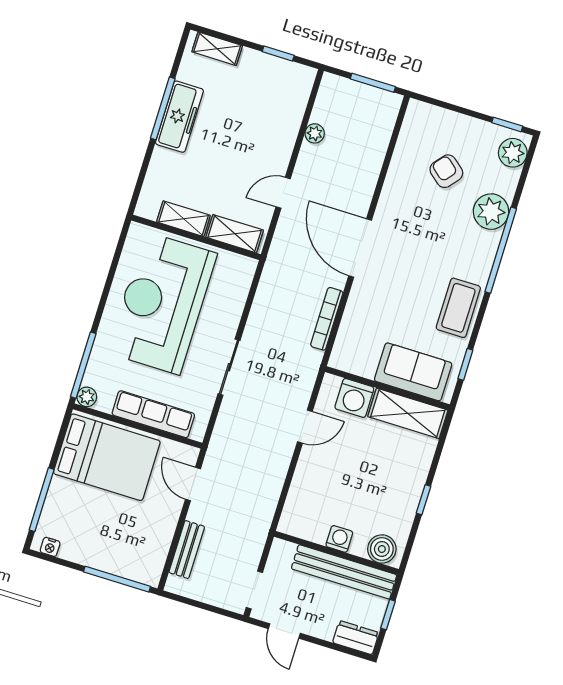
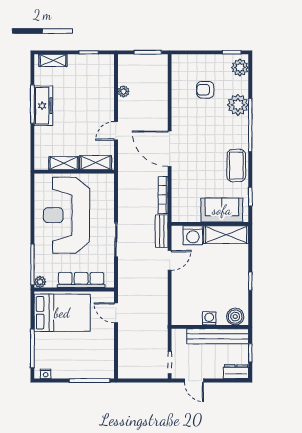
armchair: (446, 171) -> (205, 90), turned -40
bench: (187, 549) -> (162, 231), moved

